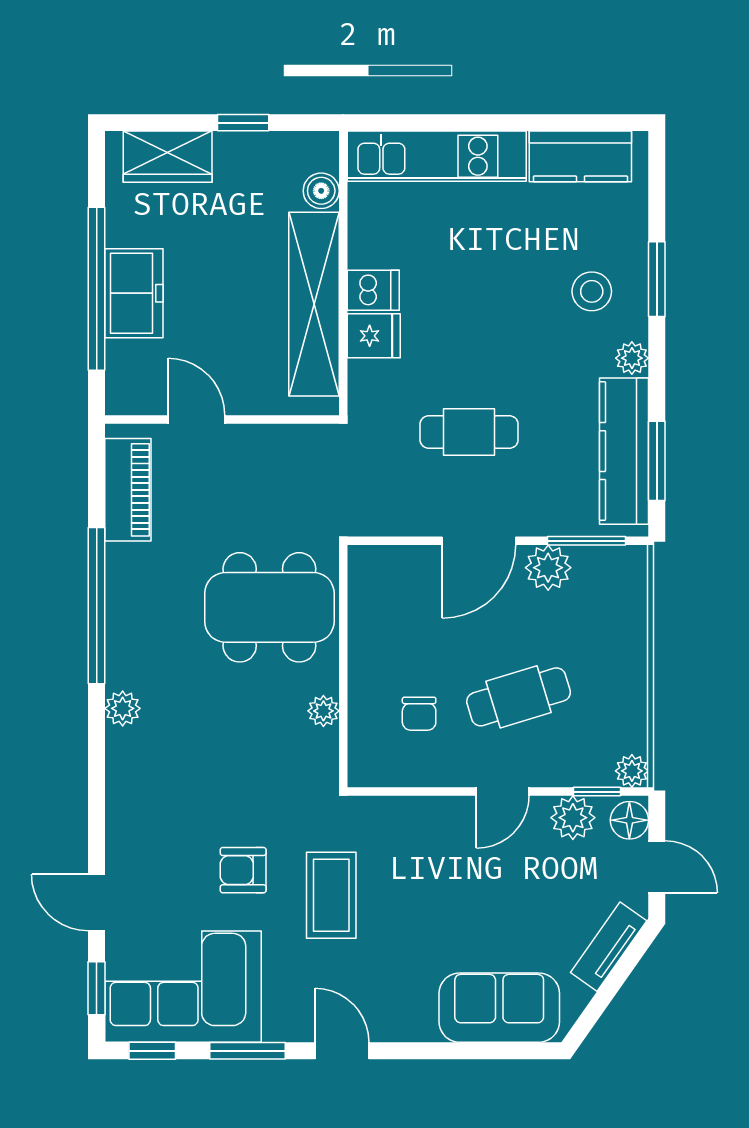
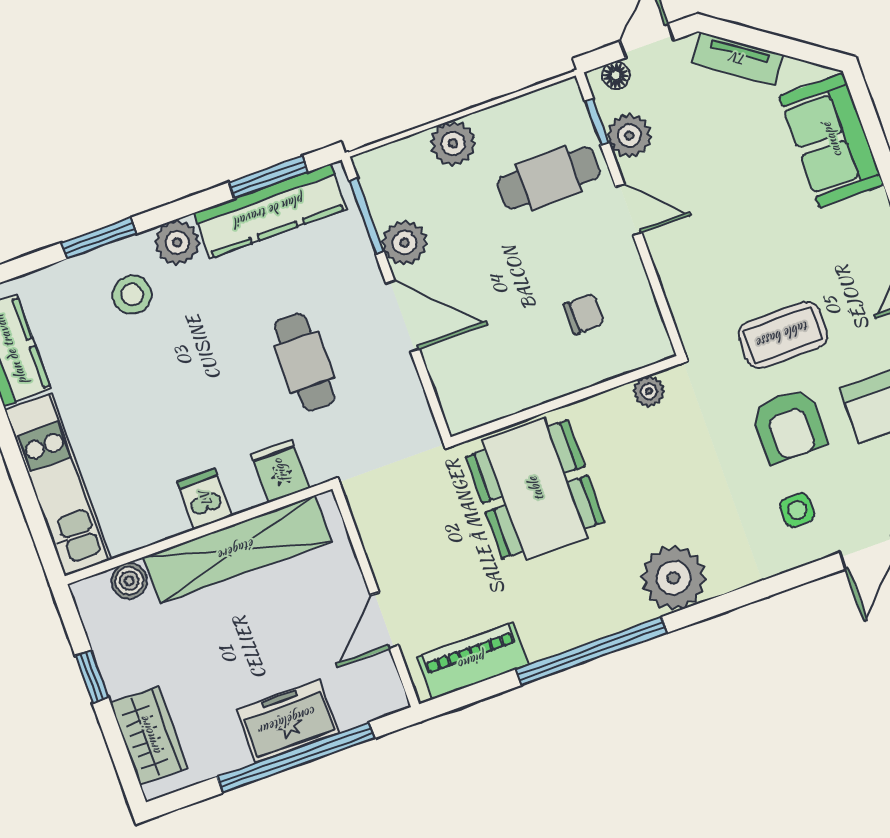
fridge: (374, 336) -> (280, 471), moved
plant: (632, 358) -> (177, 243), width x1.38, depth x1.38
cafe table: (519, 697) -> (549, 178), moved, turned -73
plant: (123, 708) -> (674, 578), width x1.88, depth x1.88
plant: (323, 711) -> (649, 391), moved
plant: (632, 771) -> (453, 143), moved, width x1.38, depth x1.38
floor lamp: (629, 820) -> (616, 75), width x0.73, depth x0.73
side table: (160, 849) -> (797, 510), added
armchair: (243, 870) -> (789, 425), width x1.38, depth x1.38

